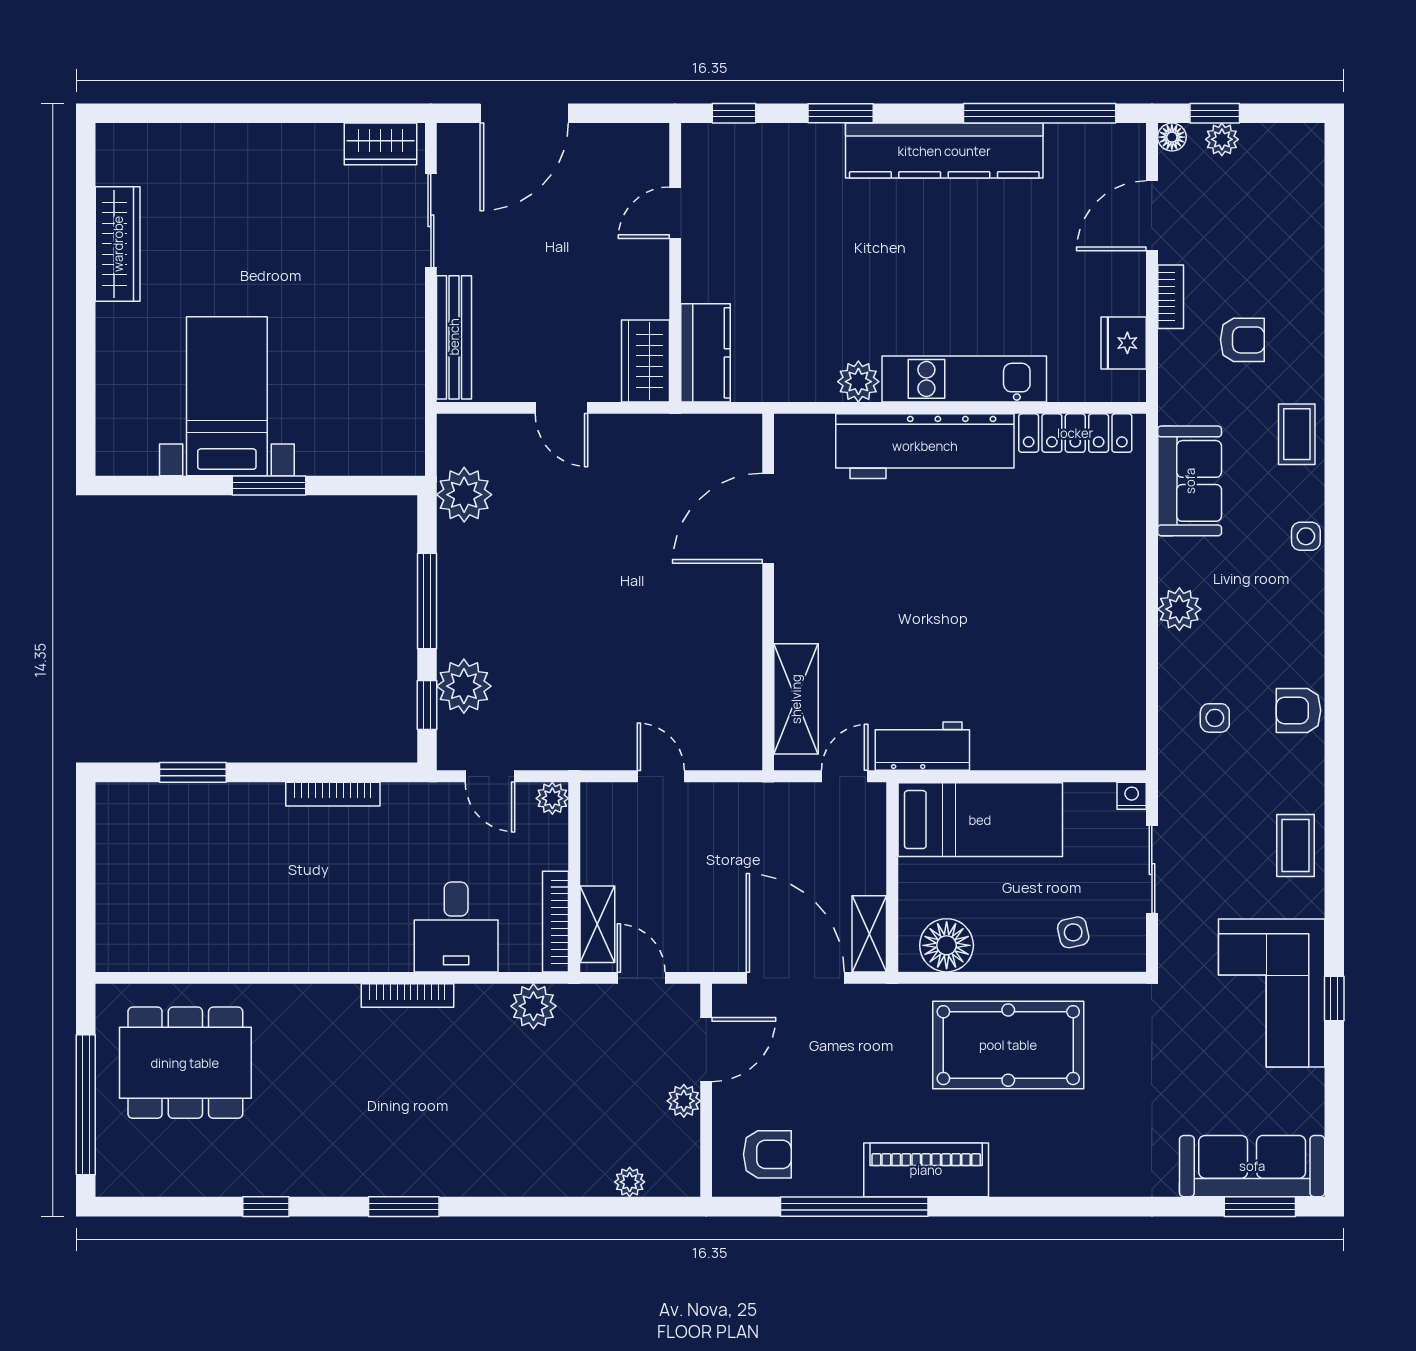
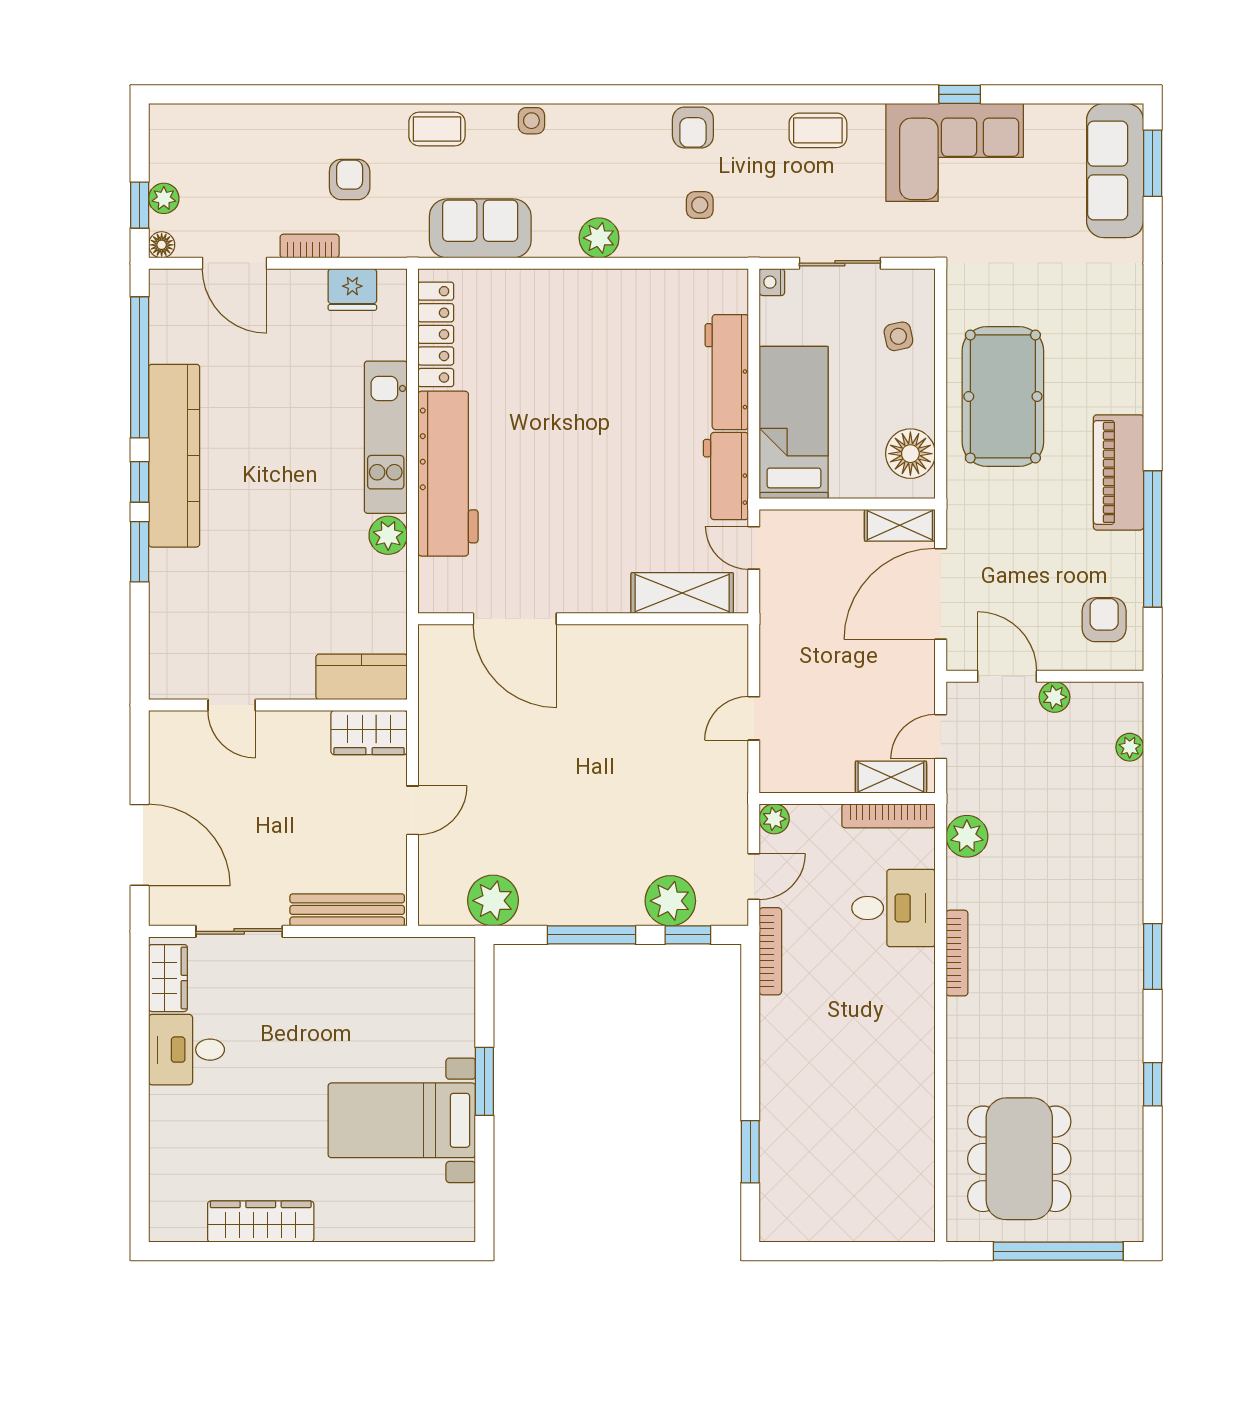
window: (734, 113) -> (140, 482), moved
desk: (303, 164) -> (187, 1050), added
workbench: (1035, 747) -> (727, 372), added
bookcase: (333, 794) -> (770, 951), moved

